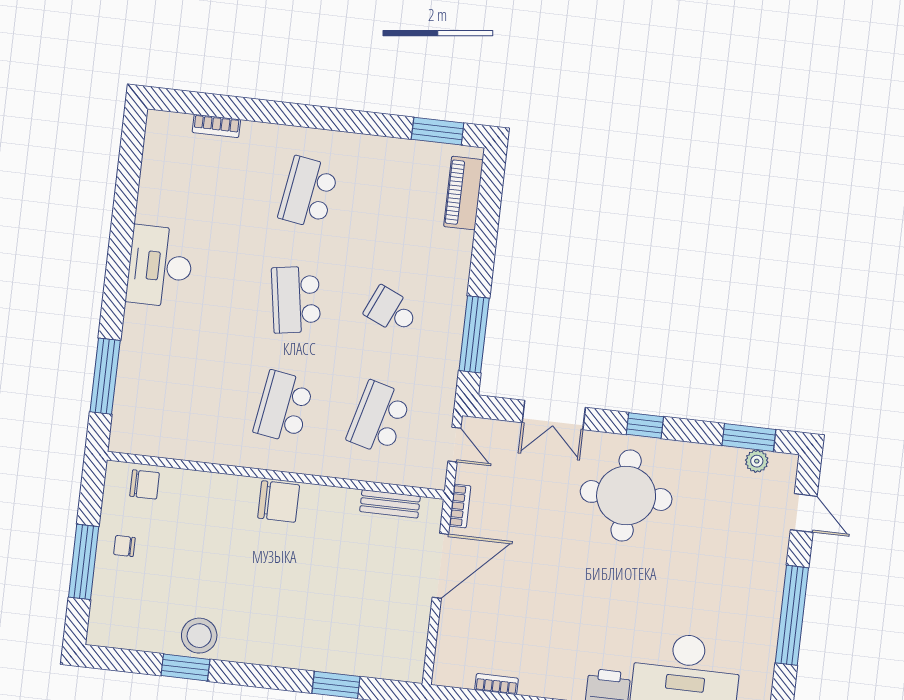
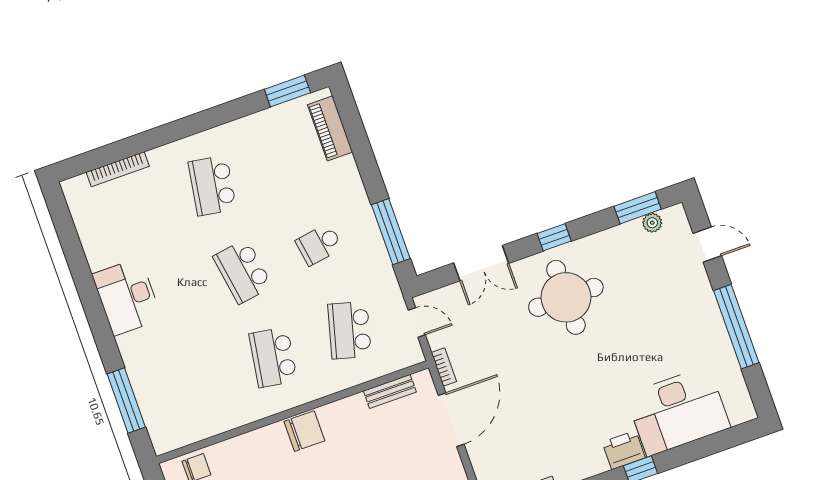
bookcase: (216, 126) -> (118, 169), width x1.56
school desk: (391, 311) -> (319, 244), turned -33

